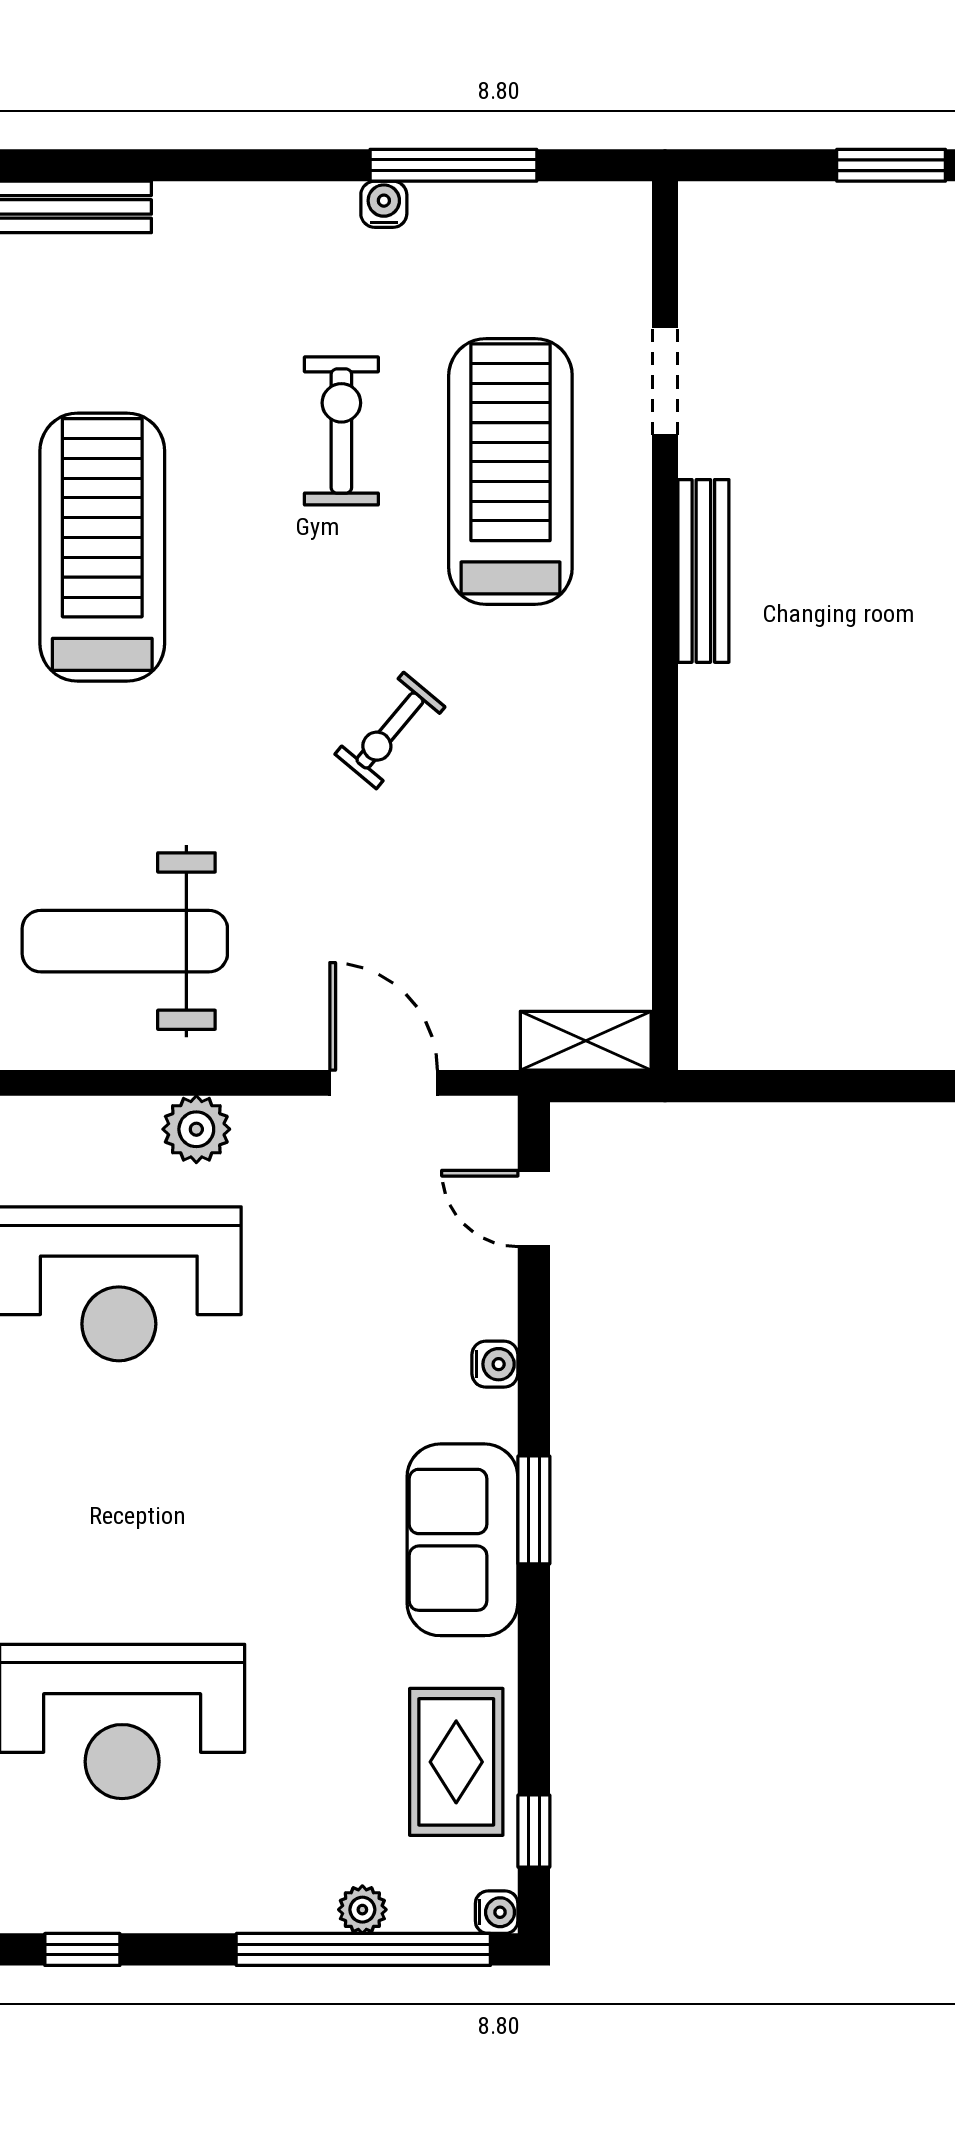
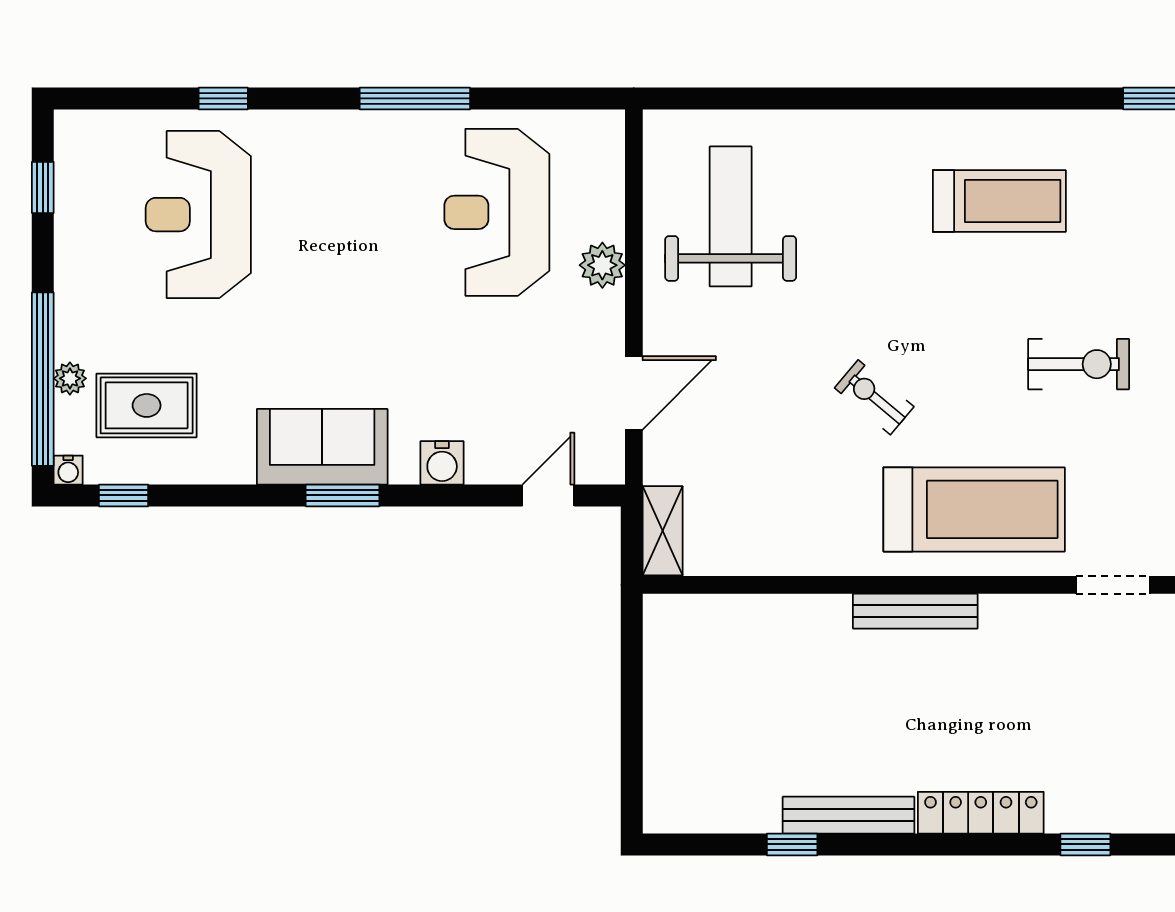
treadmill: (510, 472) -> (974, 509), moved
treadmill: (102, 547) -> (999, 201), width x0.73, depth x0.73
bench: (703, 571) -> (915, 611), moved
water cooler: (495, 1364) -> (442, 463), width x1.38, depth x1.38
rug: (456, 1762) -> (147, 405), moved

